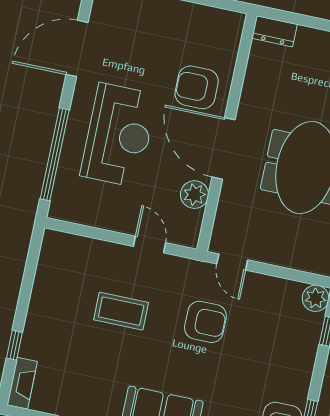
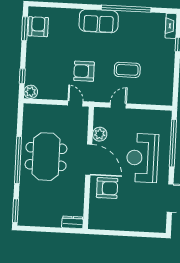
door: (149, 245) -> (118, 106), swing flipped

